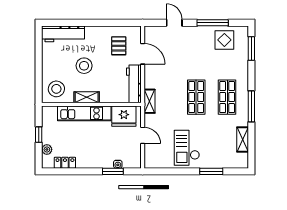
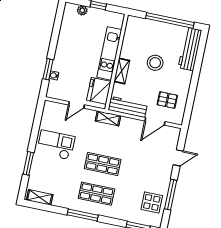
window: (39, 60) -> (170, 20), added
stool: (56, 89) -> (138, 32), removed
shelving: (87, 97) -> (122, 71), moved
shelving: (243, 139) -> (40, 197), moved
locker: (65, 163) -> (66, 25), removed

